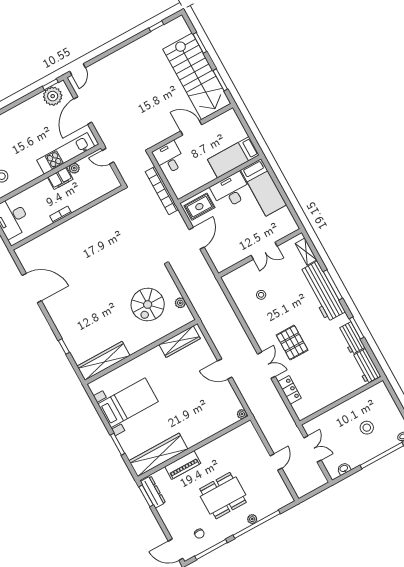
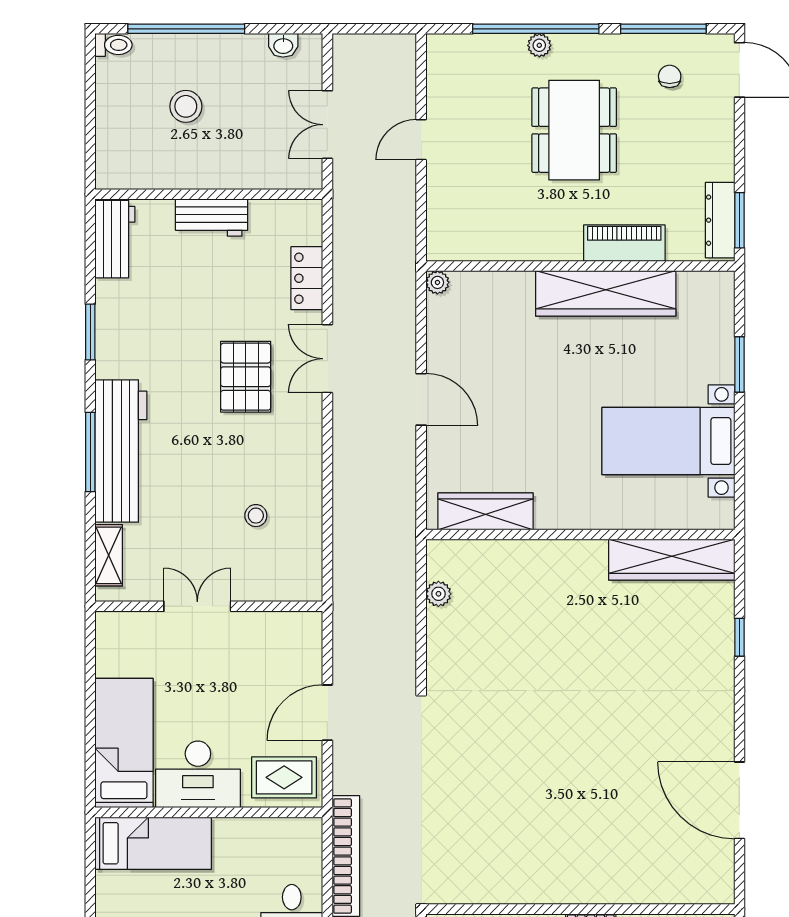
spiral stairs: (148, 305) -> (510, 628), removed
workbench: (351, 338) -> (212, 218), moved, turned 90
wardrobe: (158, 455) -> (606, 293), moved
dining table: (223, 496) -> (574, 130), turned 90

